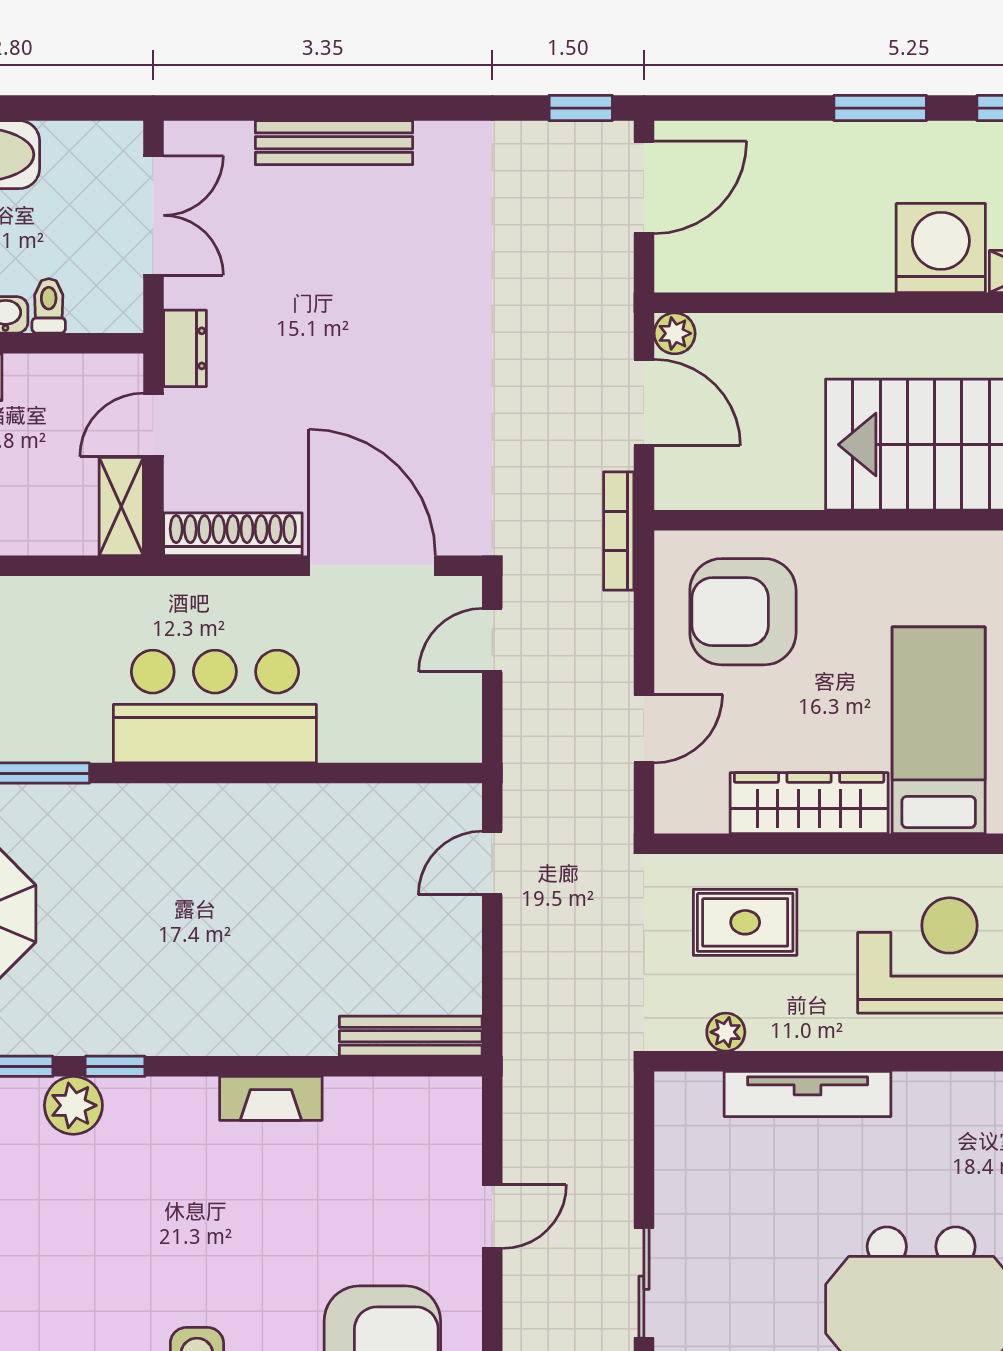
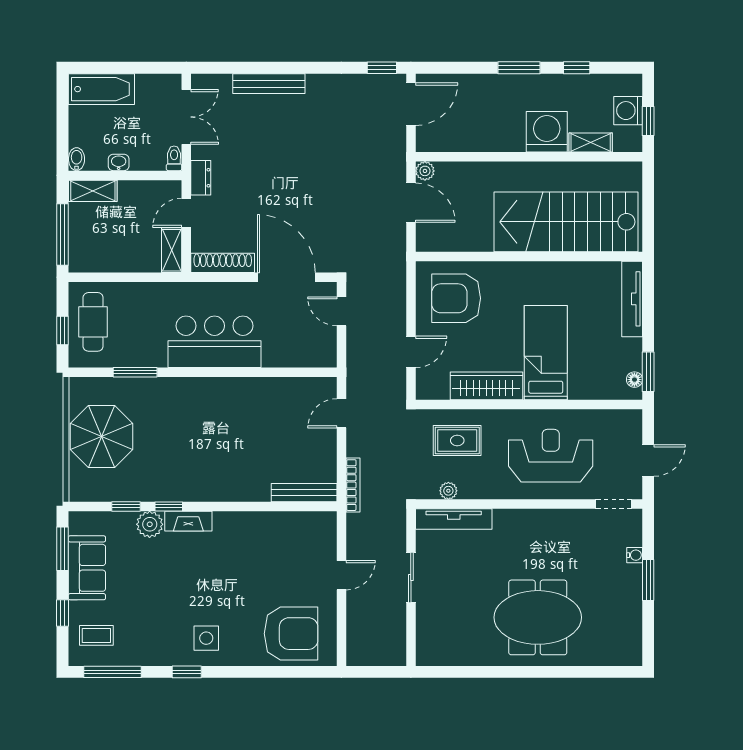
toilet: (49, 306) -> (174, 158), moved
bookcase: (619, 531) -> (353, 485), moved, turned 180
door: (492, 640) -> (341, 311), hinge flipped
tv unit: (808, 1094) -> (454, 519), moved
fireplace: (271, 1098) -> (188, 521), moved
sliding door: (644, 1283) -> (411, 578), moved

